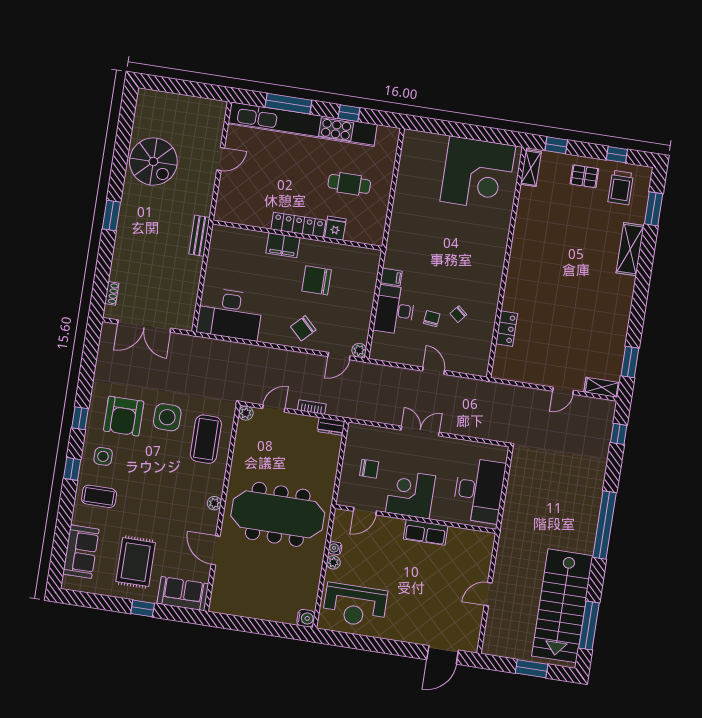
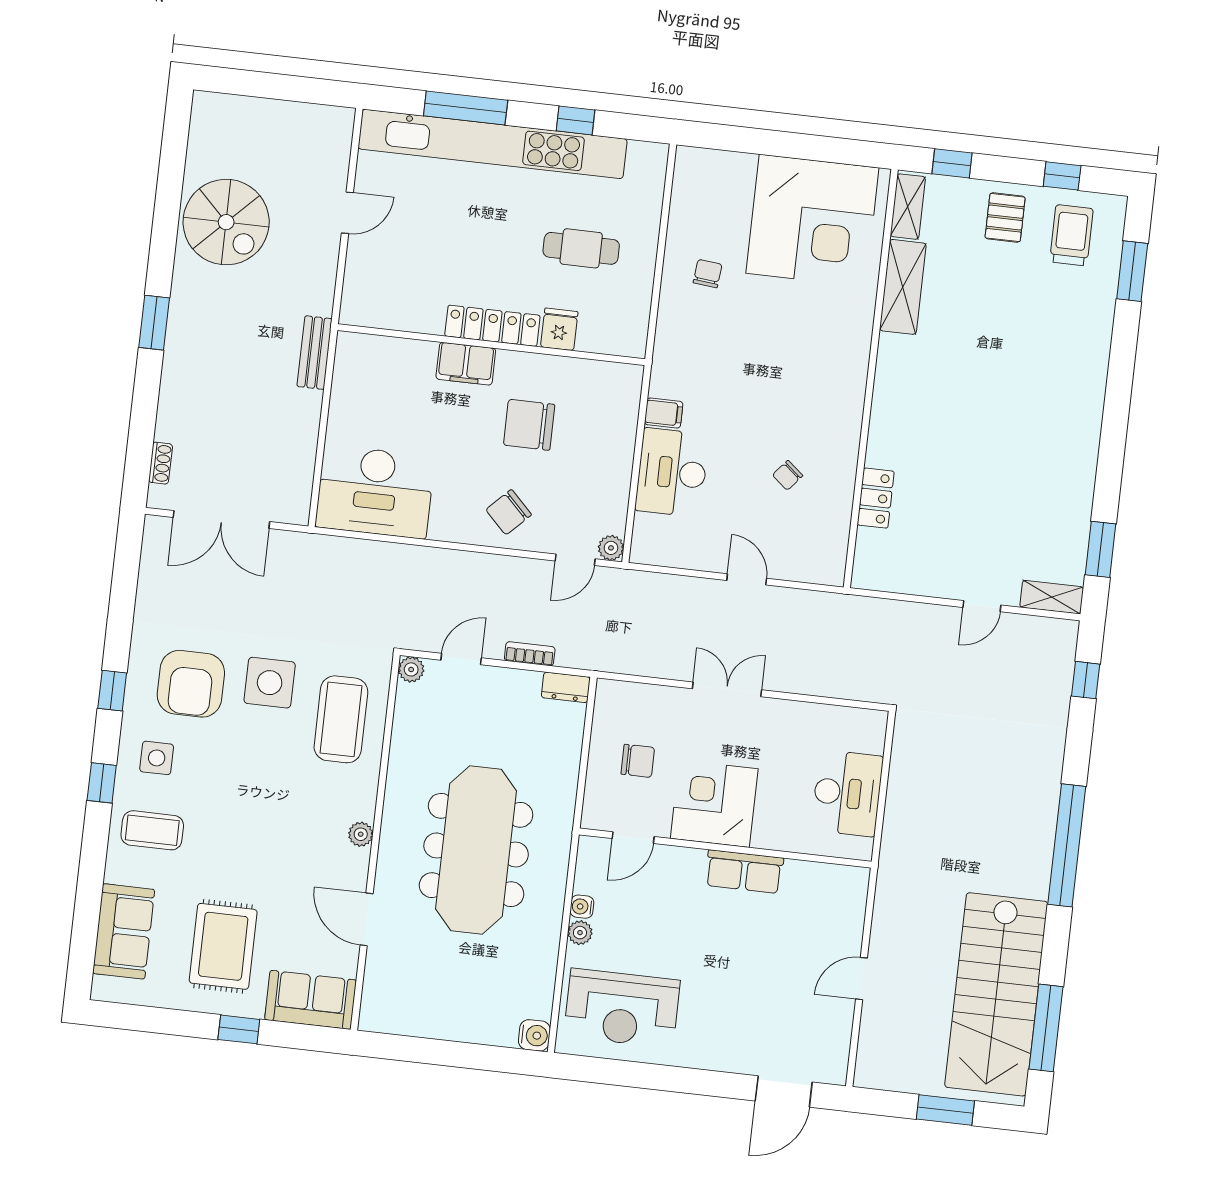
pallet: (584, 176) -> (1005, 218), turned 90
trolley: (621, 188) -> (1071, 235), turned 180
shelving: (630, 249) -> (903, 287), moved
chair: (432, 319) -> (708, 274), moved
desk: (479, 490) -> (847, 793), width x0.73, depth x0.77
meeting table: (278, 514) -> (476, 850), turned 90

